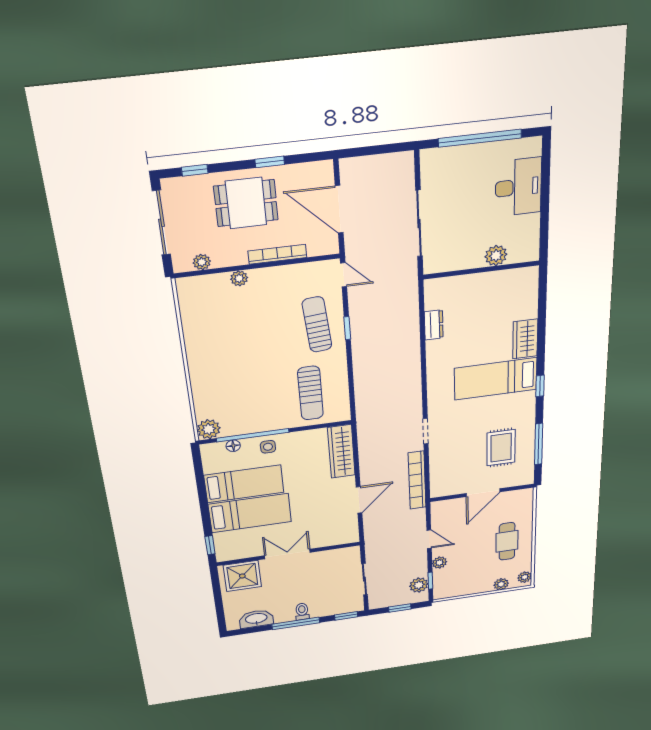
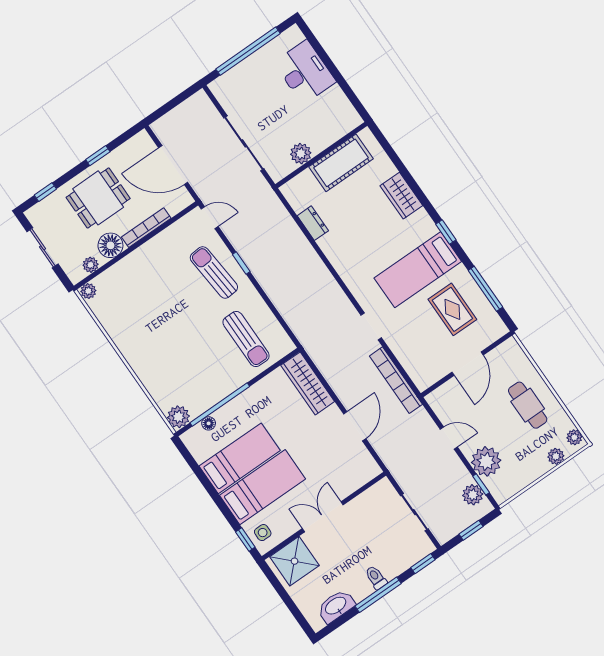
sliding door: (161, 223) -> (42, 248), width x0.73
floor lamp: (232, 254) -> (110, 245), added
plant: (496, 256) -> (301, 154), moved
plant: (239, 278) -> (88, 291), moved
cot: (494, 286) -> (341, 163), added
bed: (496, 379) -> (418, 270), moved
side table: (268, 447) -> (263, 533), moved
plant: (439, 563) -> (486, 461), width x1.88, depth x1.88

